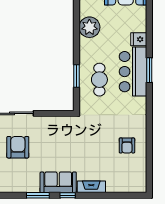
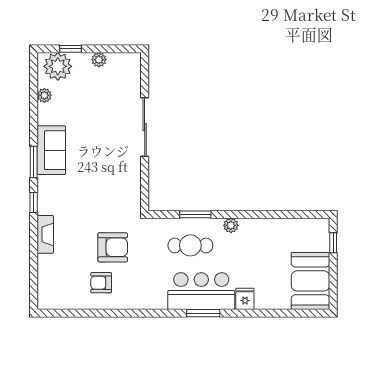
plant: (89, 27) -> (231, 225), moved, width x0.53, depth x0.53
armchair: (18, 147) -> (113, 247), moved
sofa: (58, 182) -> (51, 150), moved

